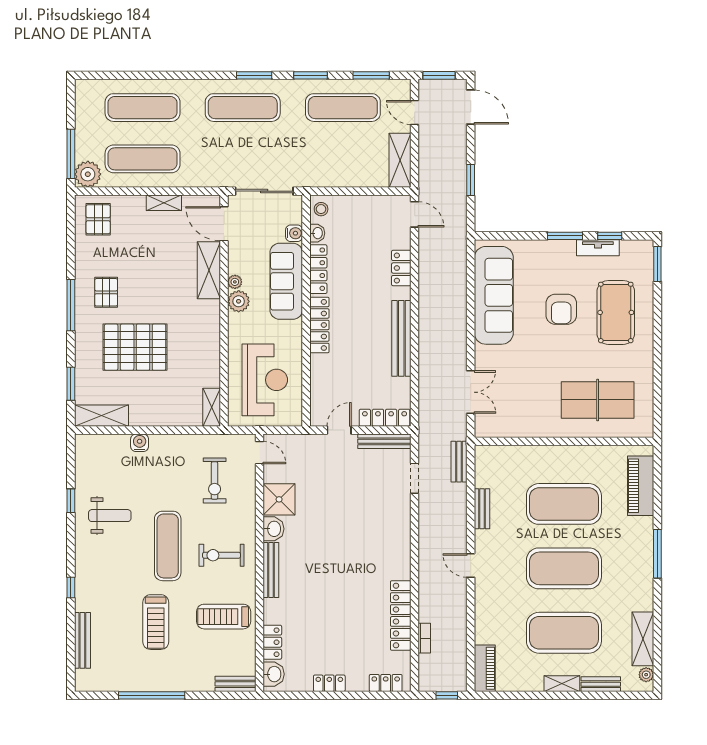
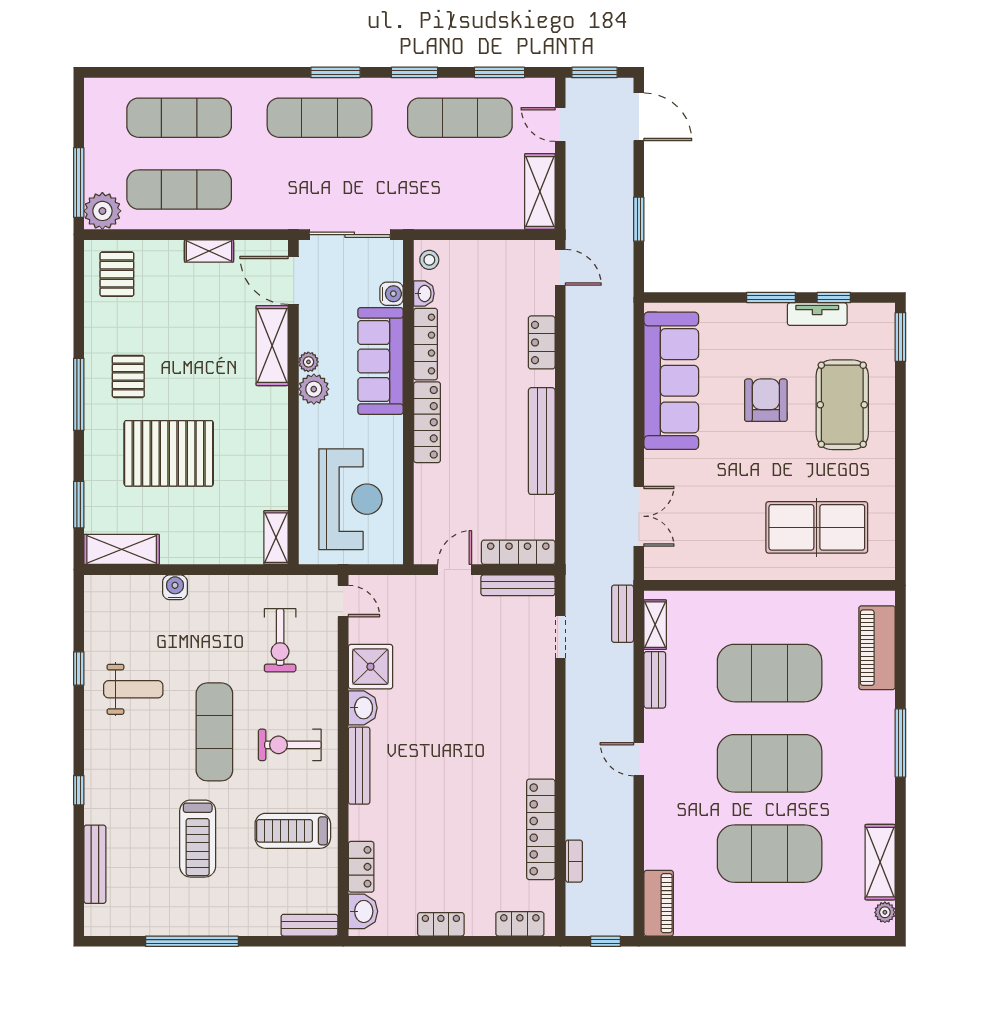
armchair: (561, 309) -> (766, 400), turned 180
shelving: (562, 684) -> (655, 625), moved, turned 90
bench: (601, 684) -> (821, 926), removed

